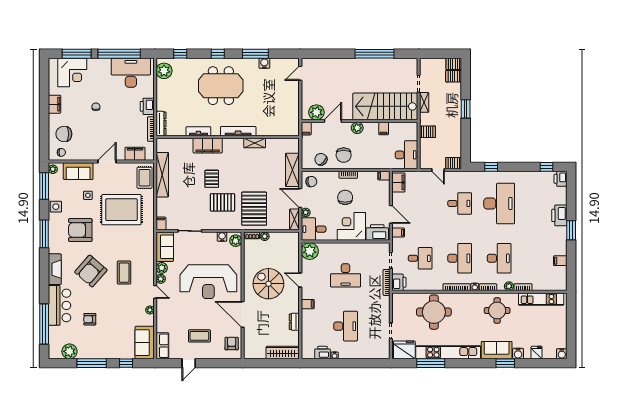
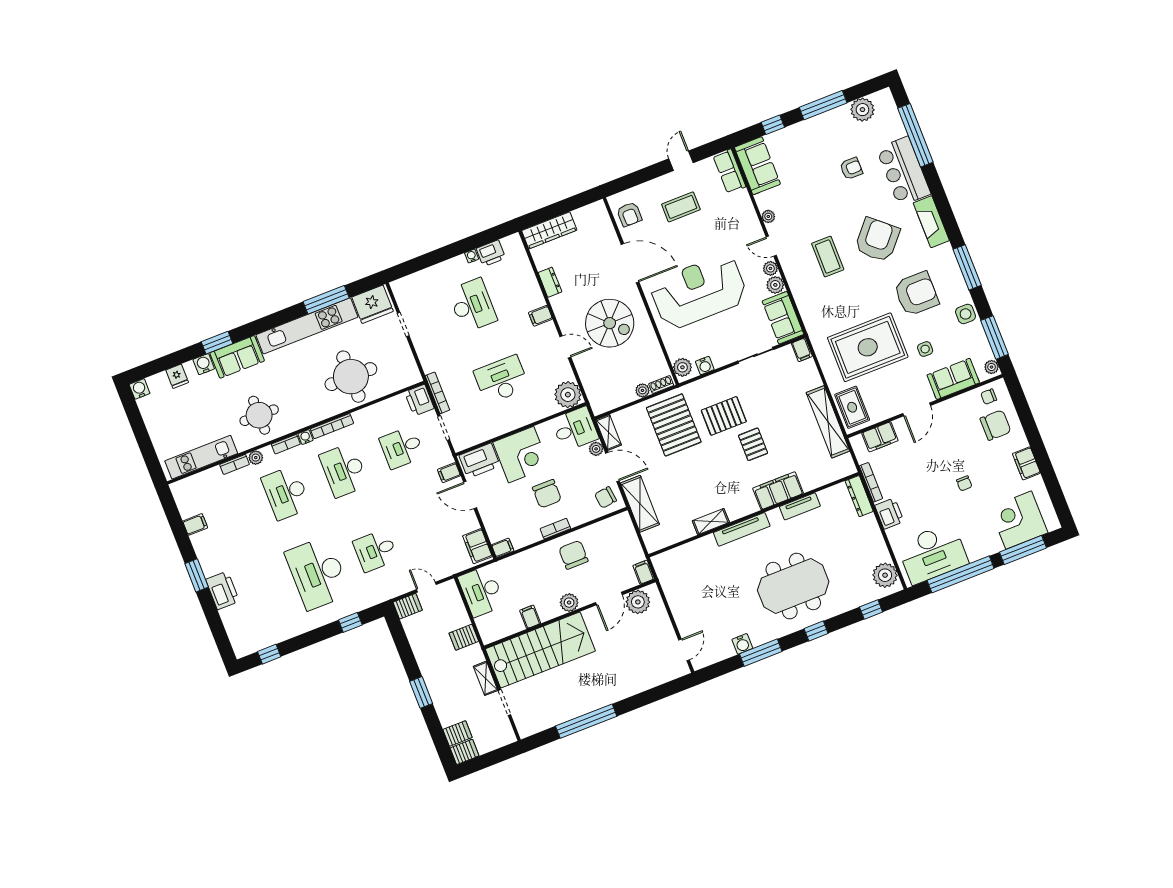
chair: (321, 159) -> (604, 536), removed
printer: (561, 179) -> (242, 645), removed
desk: (346, 326) -> (472, 305), turned 180

